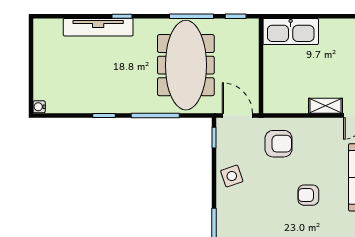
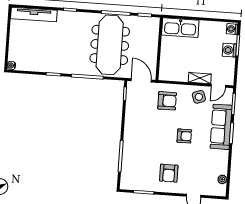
tv unit: (98, 27) -> (34, 14), moved
side table: (232, 176) -> (199, 97), moved
armchair: (308, 195) -> (184, 136), turned 180

